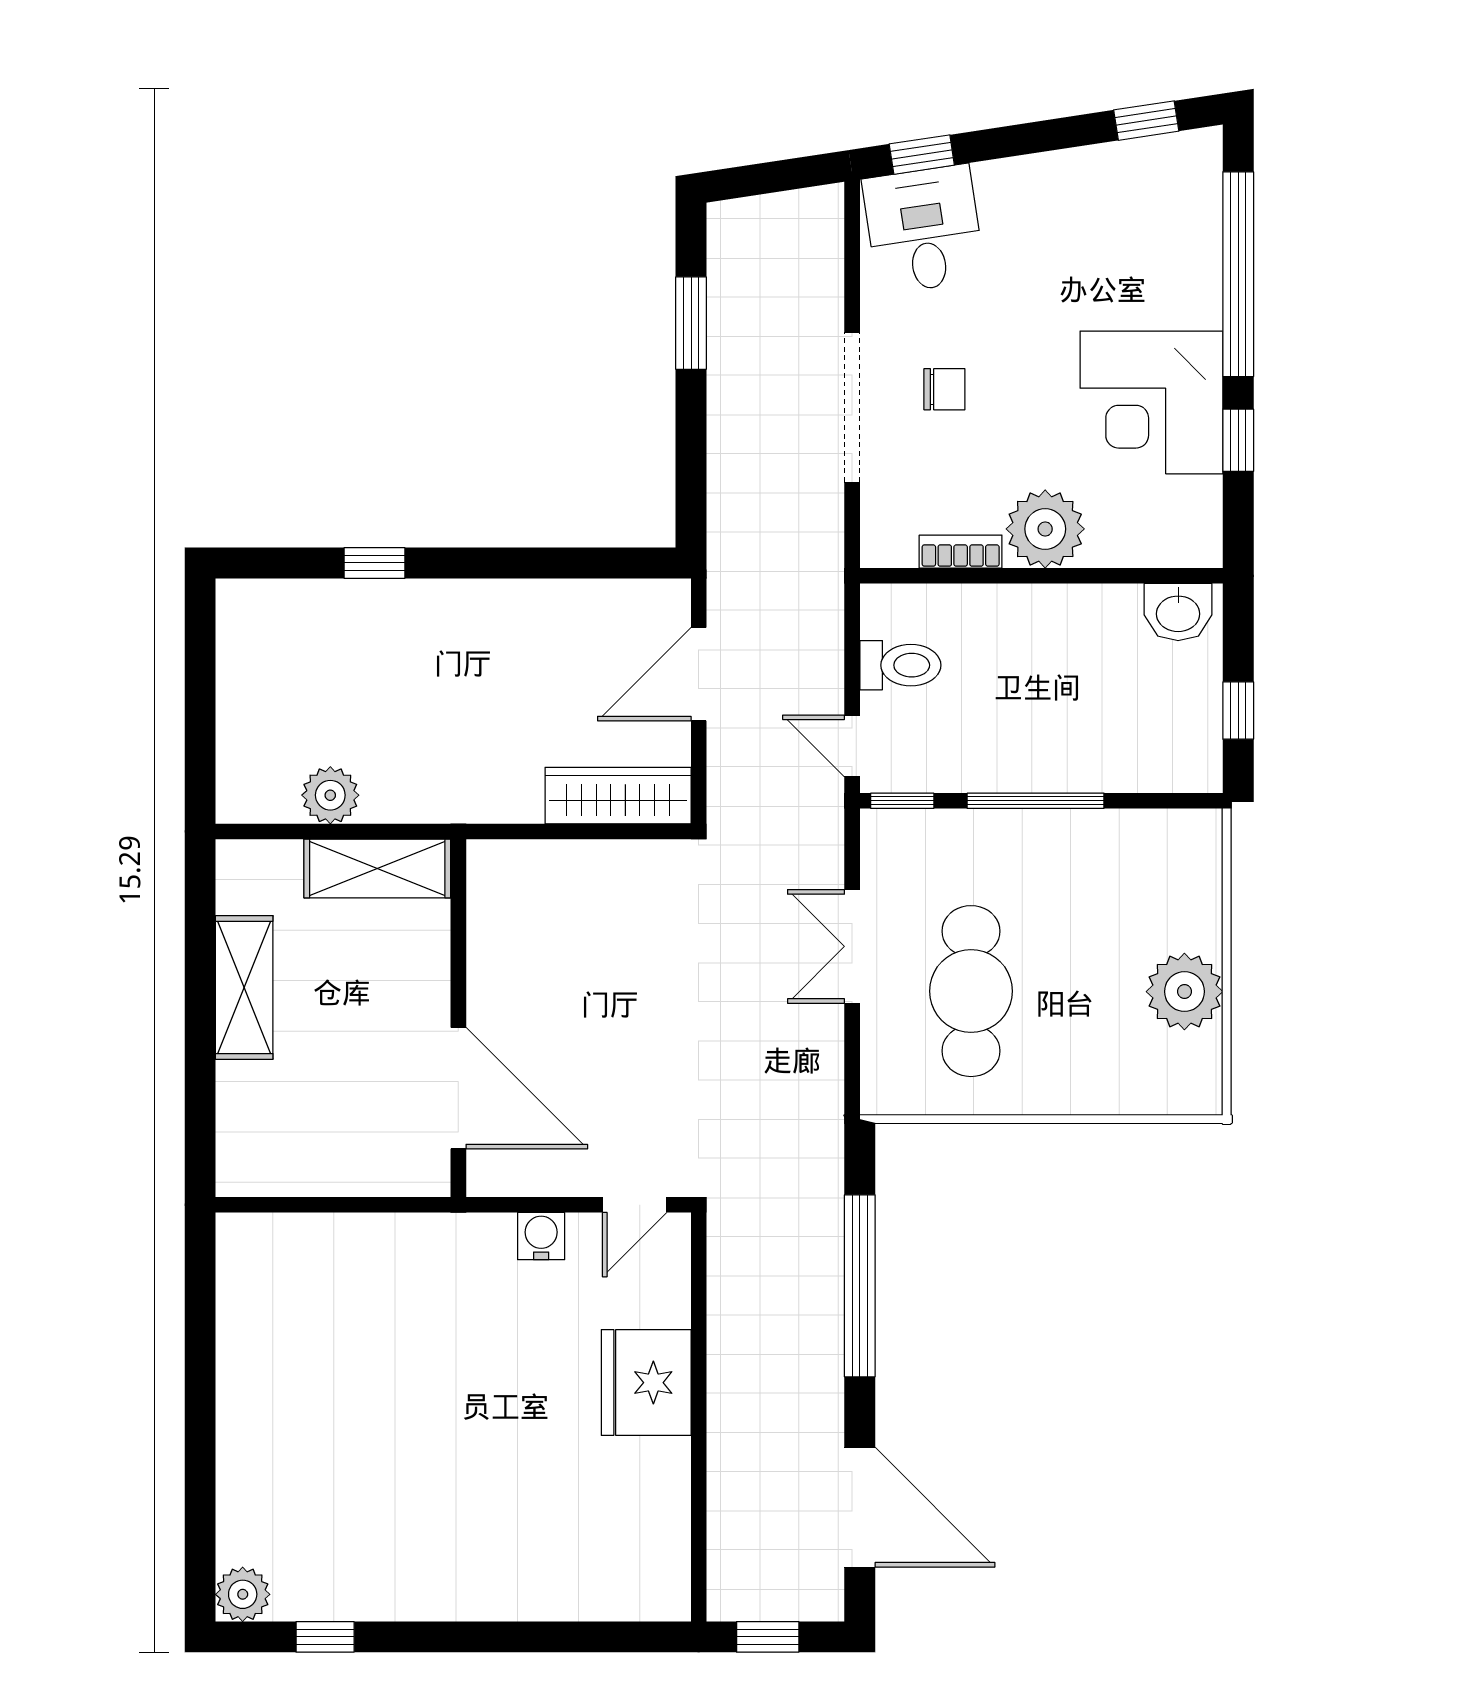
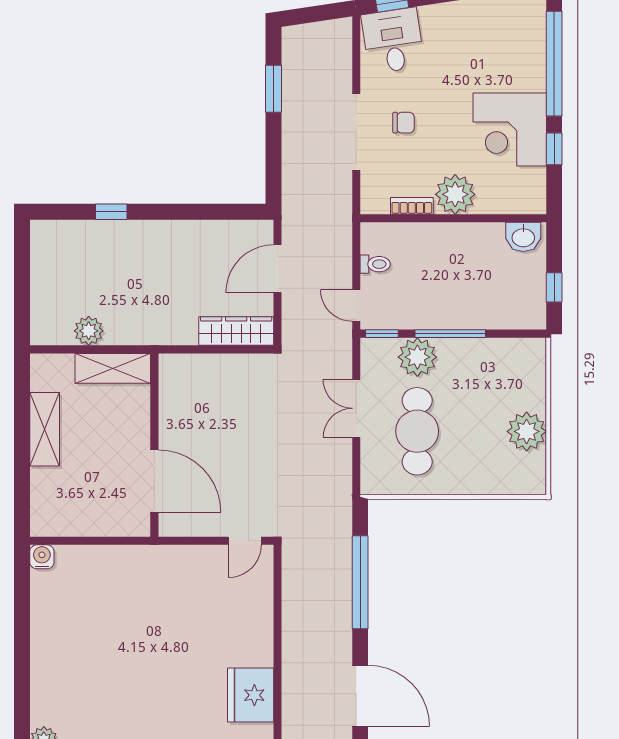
toilet: (900, 665) -> (375, 264), width x0.73, depth x0.72
plant: (971, 846) -> (417, 357), added
water cooler: (541, 1236) -> (42, 557), moved
fridge: (646, 1383) -> (251, 695), moved

